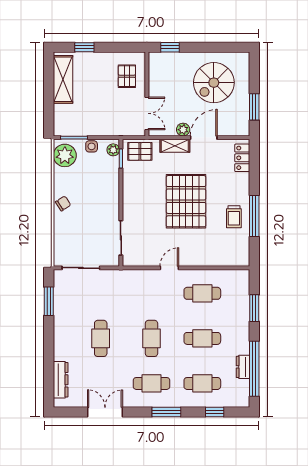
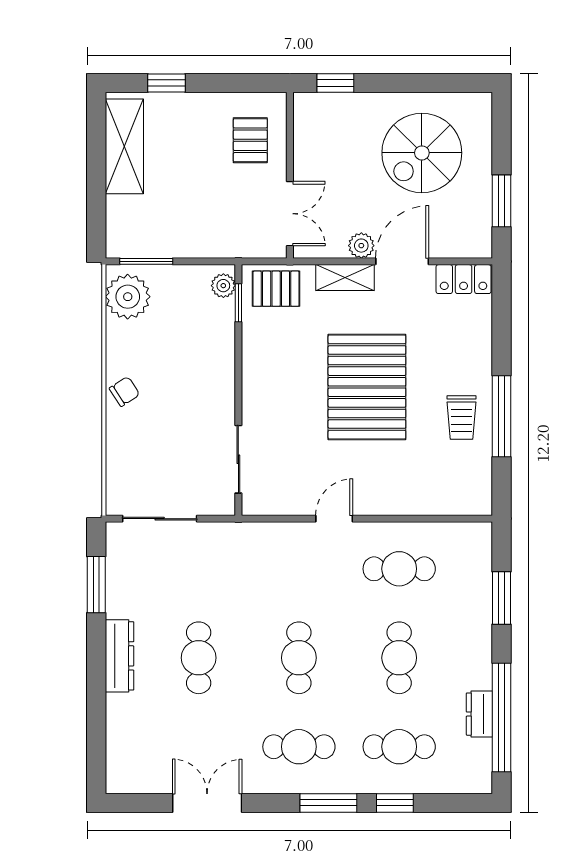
side table: (92, 146) -> (181, 279), removed
locker: (242, 158) -> (464, 279), moved, turned -90
cafe table: (202, 338) -> (399, 658), turned 90
dresser: (61, 380) -> (119, 656), moved
window: (215, 412) -> (395, 803), moved

